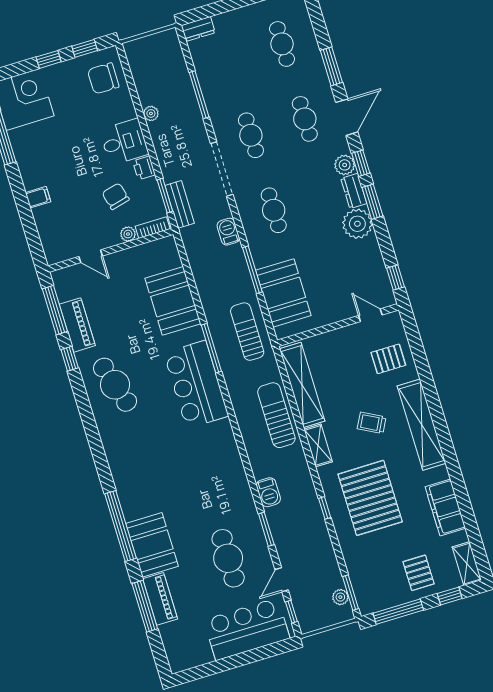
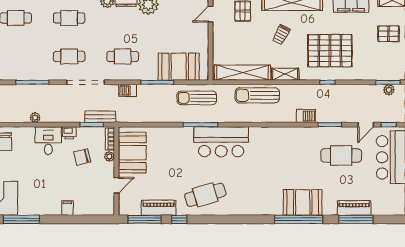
booth: (173, 301) -> (132, 153), moved, turned 90
booth: (152, 545) -> (303, 202), moved
door: (282, 580) -> (366, 125), hinge flipped

